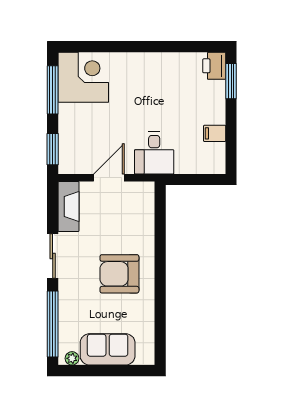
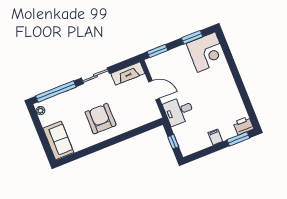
window: (53, 90) -> (192, 37), width x0.69
filing cabinet: (215, 133) -> (215, 137), moved
window: (197, 180) -> (173, 142), added
sofa: (108, 349) -> (58, 140), moved

